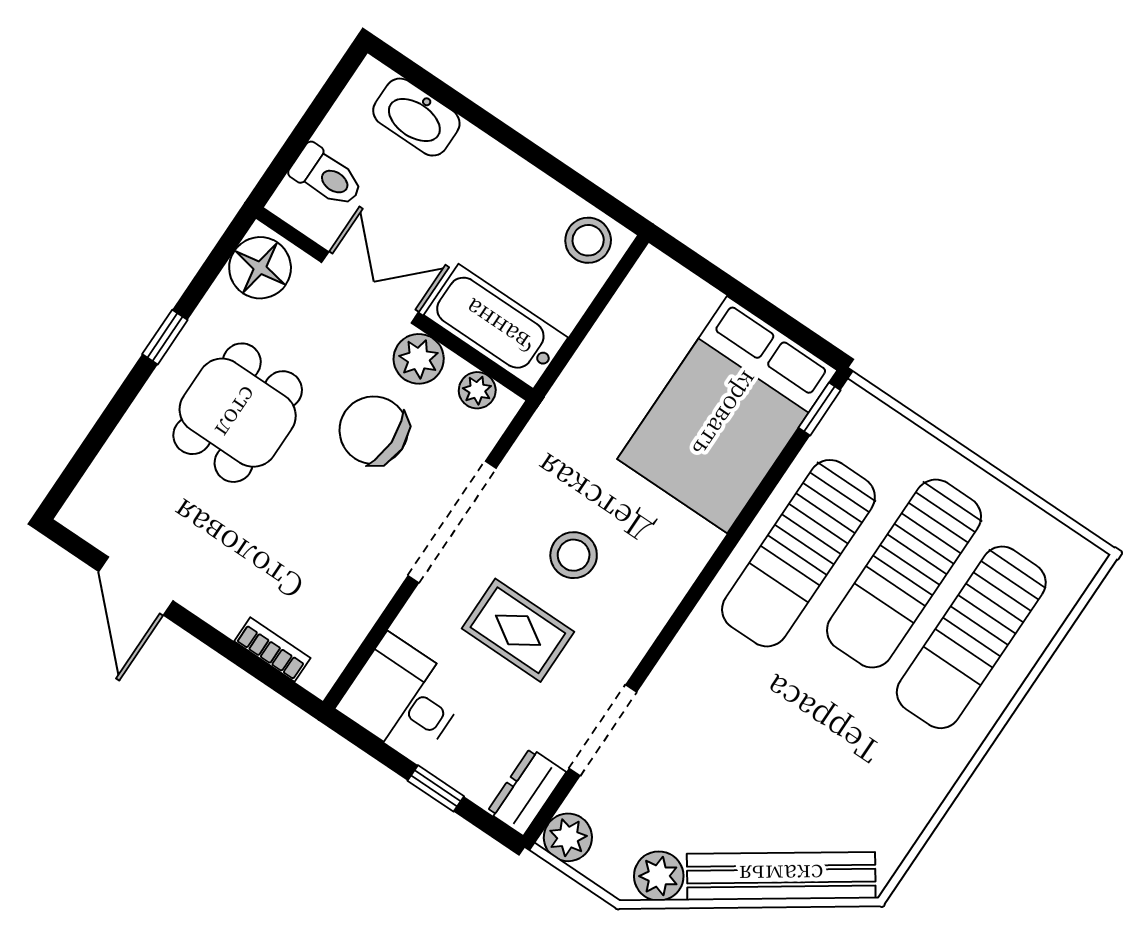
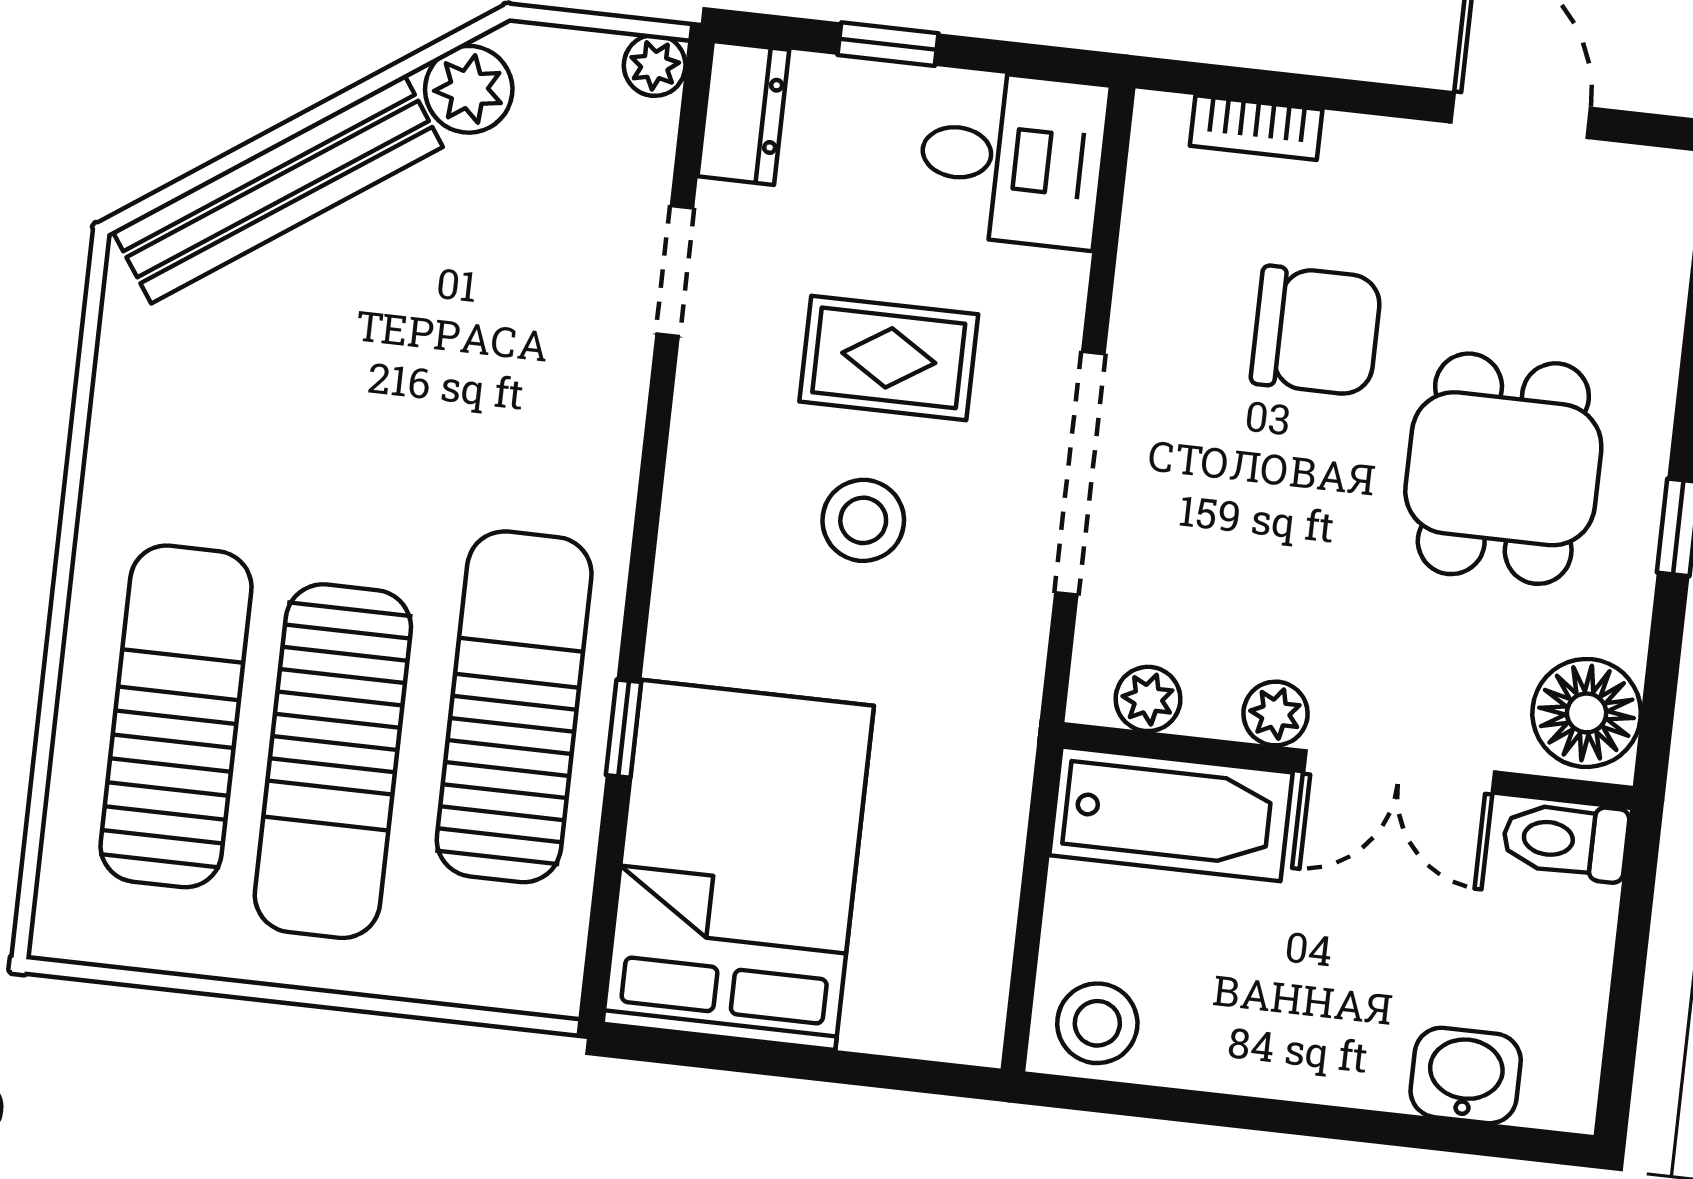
washbasin: (416, 117) -> (1466, 1075), width x0.72
toilet: (327, 176) -> (1565, 840), moved
plant: (419, 359) -> (1275, 714), width x0.73, depth x0.73
window: (820, 409) -> (623, 729), moved
chair: (374, 430) -> (1316, 331), moved
sun lounger: (904, 574) -> (333, 761), turned 180
doorway: (603, 730) -> (675, 271), width x0.73
plant: (568, 837) -> (655, 65), width x0.73, depth x0.73

